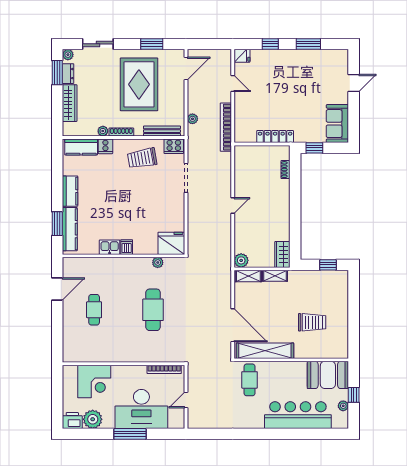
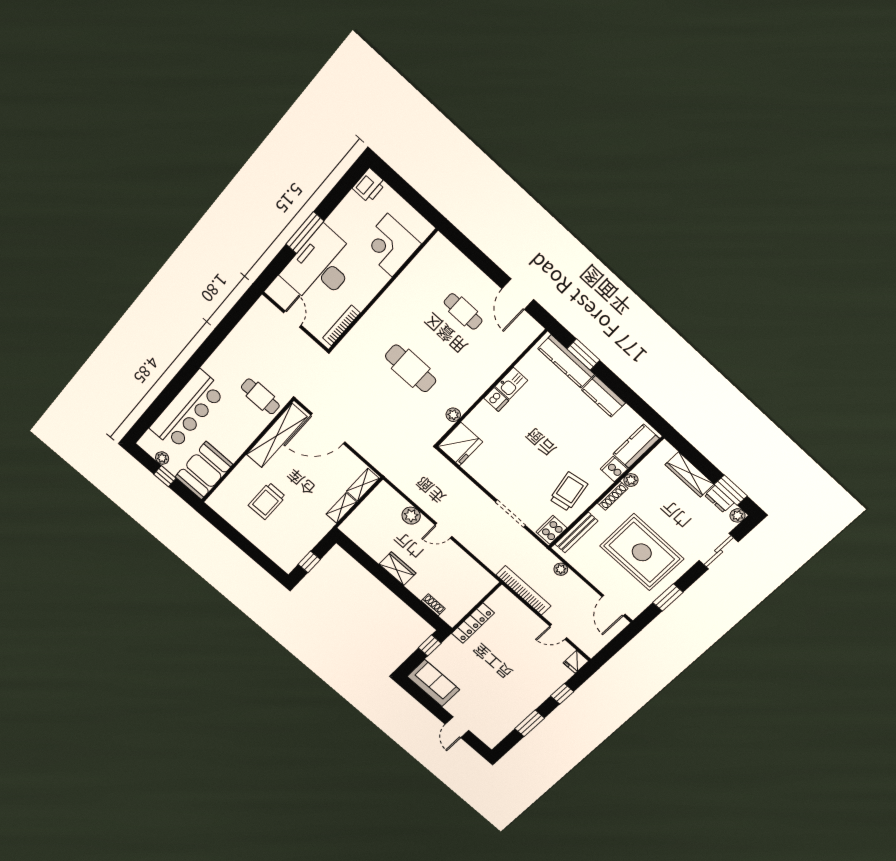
door: (233, 206) -> (444, 531), hinge flipped
wardrobe: (282, 254) -> (397, 569), moved
plant: (241, 260) -> (411, 516), moved
plant: (93, 419) -> (352, 208), removed

